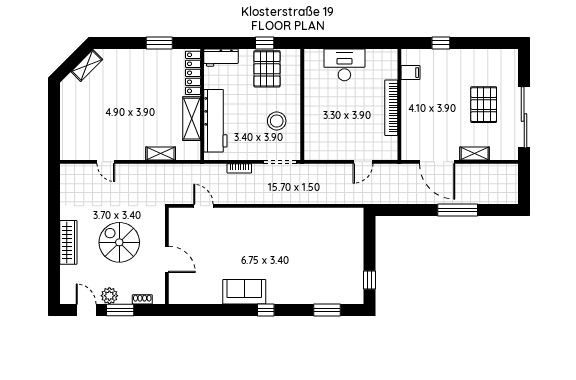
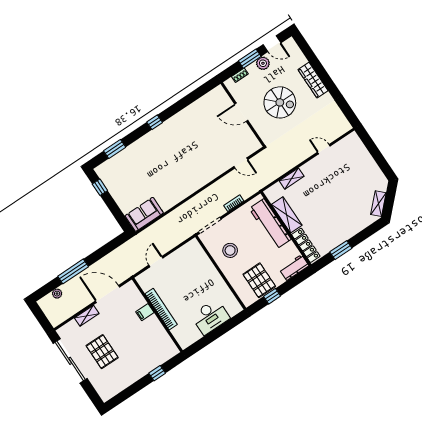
filing cabinet: (411, 73) -> (145, 312), moved
plant: (490, 198) -> (57, 294), added
sofa: (244, 292) -> (144, 214), moved, turned 180

